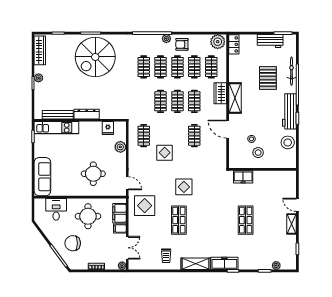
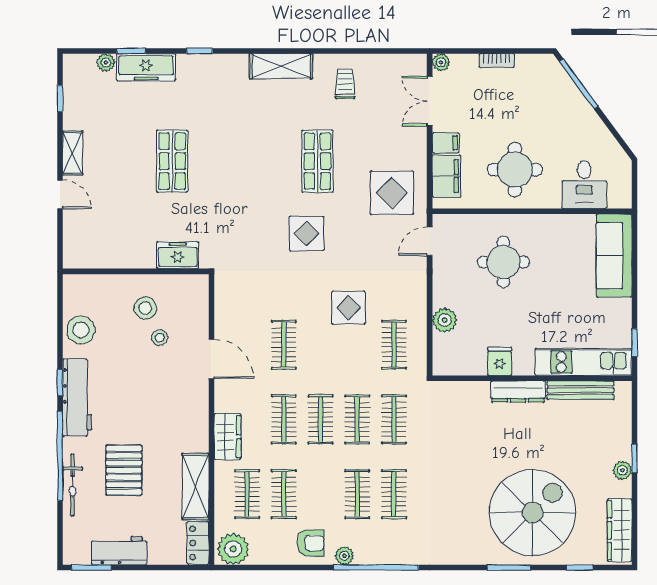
spiral stairs: (95, 57) -> (533, 513), moved
clothes rail: (177, 67) -> (394, 419), moved
shelving: (235, 98) -> (195, 487), moved
fridge: (108, 128) -> (500, 361), moved
door: (127, 183) -> (430, 241), hinge flipped
chair: (73, 243) -> (548, 111), removed
freezer: (224, 263) -> (146, 67), moved

